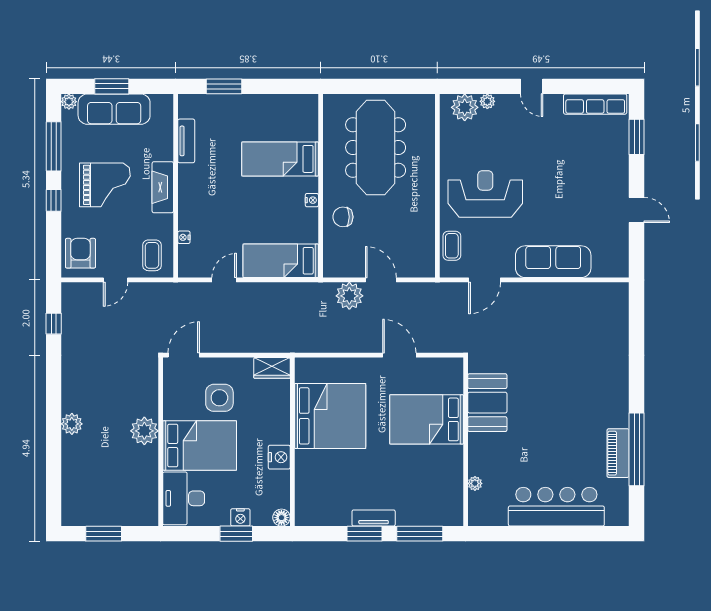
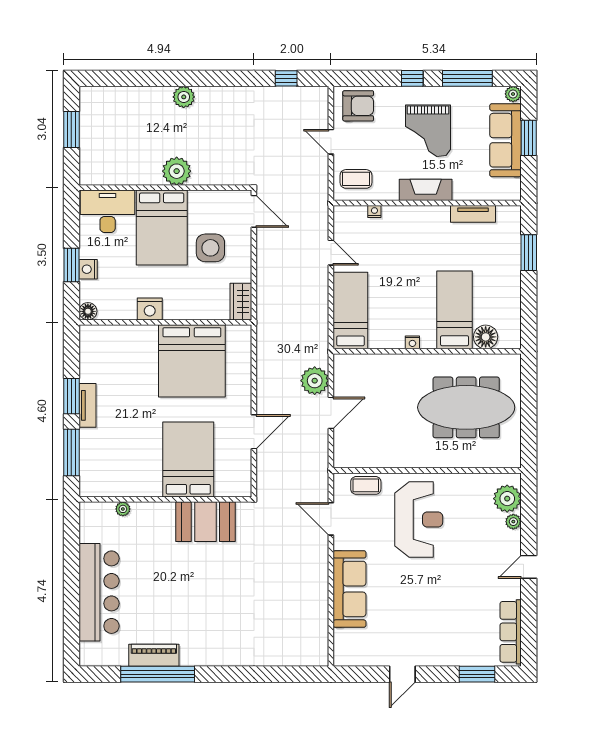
floor lamp: (307, 129) -> (486, 337), added
chair: (343, 217) -> (395, 374), removed

